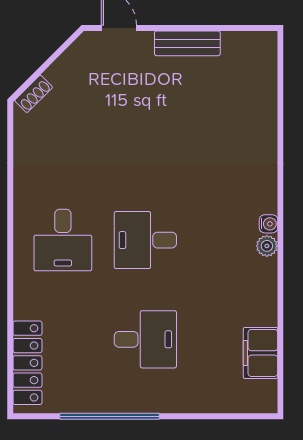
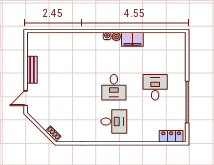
filing cabinet: (260, 353) -> (132, 39), moved
locker: (27, 363) -> (171, 136), width x0.66

